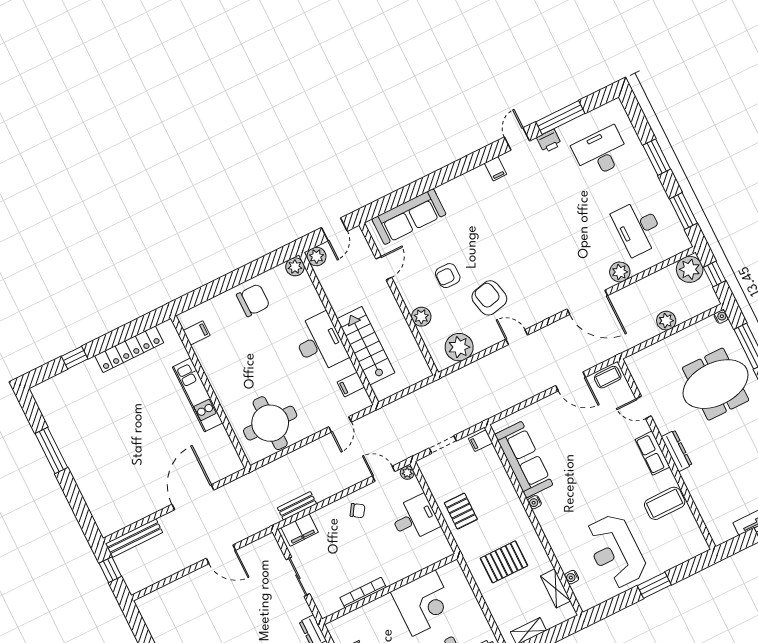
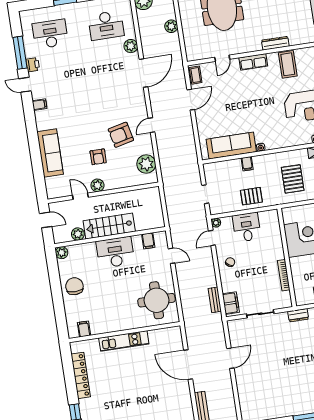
desk: (601, 152) -> (50, 34), turned 90
sofa: (409, 217) -> (50, 153), moved
plant: (316, 256) -> (78, 234), moved
plant: (421, 317) -> (97, 185), moved
stairs: (366, 346) -> (109, 226), moved
filing cabinet: (481, 441) -> (247, 164), moved
dresser: (677, 451) -> (275, 43), moved

